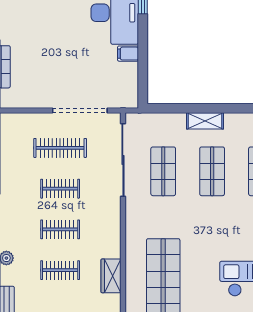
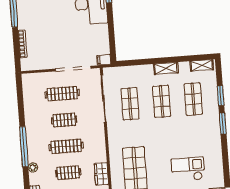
filing cabinet: (128, 54) -> (104, 60), moved
shelving: (205, 121) -> (166, 68), moved
clothes rail: (60, 229) -> (66, 146), width x1.36

